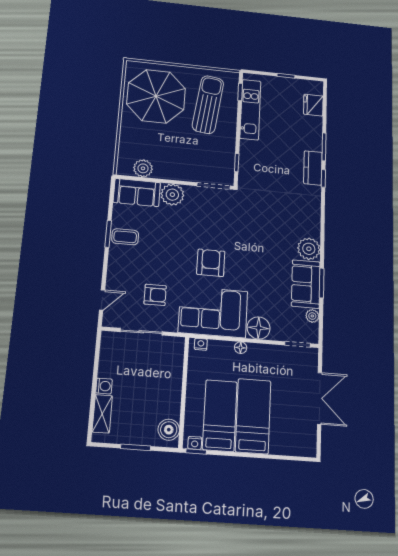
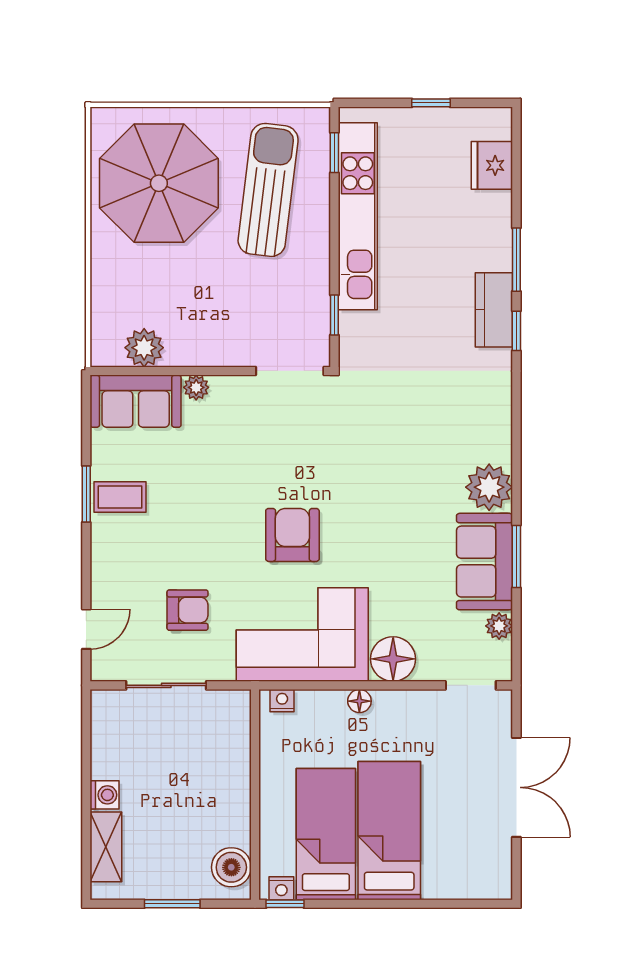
kitchen unit: (250, 110) -> (358, 216), width x1.36
plant: (172, 195) -> (196, 387), width x0.53, depth x0.53

